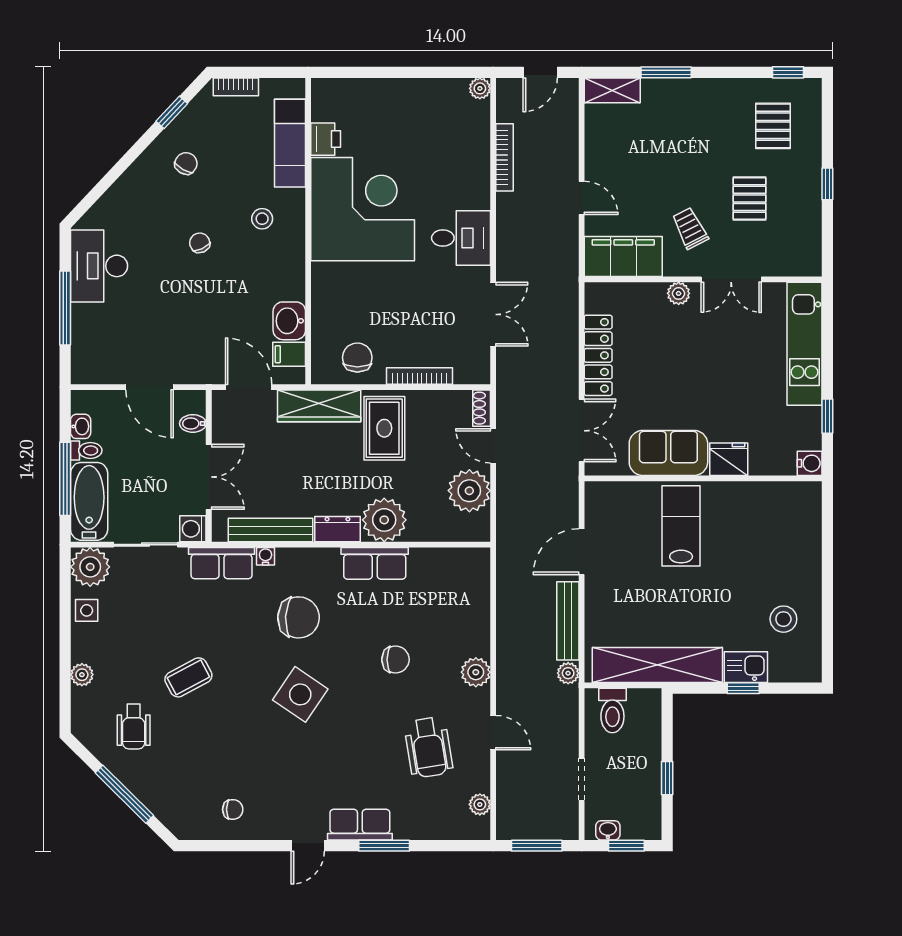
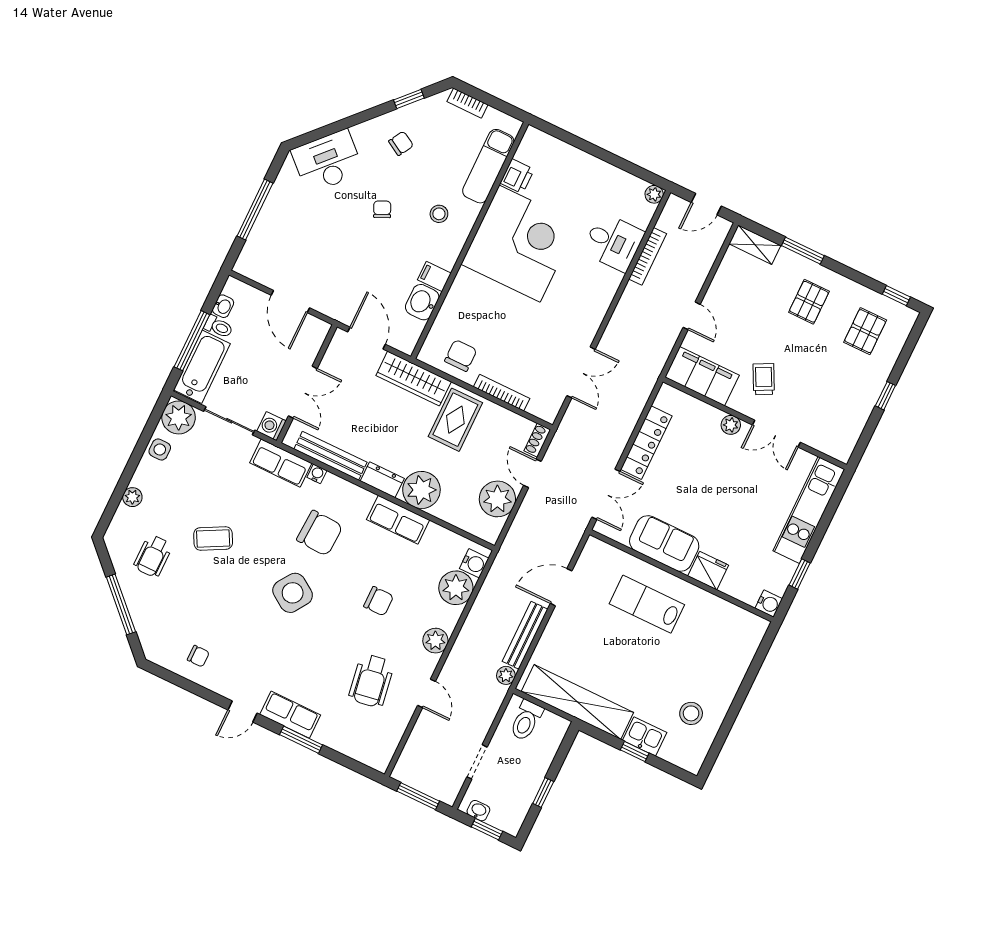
pallet: (750, 198) -> (809, 302), moved
desk: (461, 238) -> (613, 242), moved
desk: (99, 266) -> (327, 161), moved, turned 43
filing cabinet: (289, 354) -> (434, 276), moved
bidet: (193, 423) -> (310, 345), removed
lab bench: (681, 526) -> (647, 604), turned -90
water cooler: (477, 571) -> (474, 563), added
plant: (480, 804) -> (456, 588), moved, width x1.88, depth x1.88

